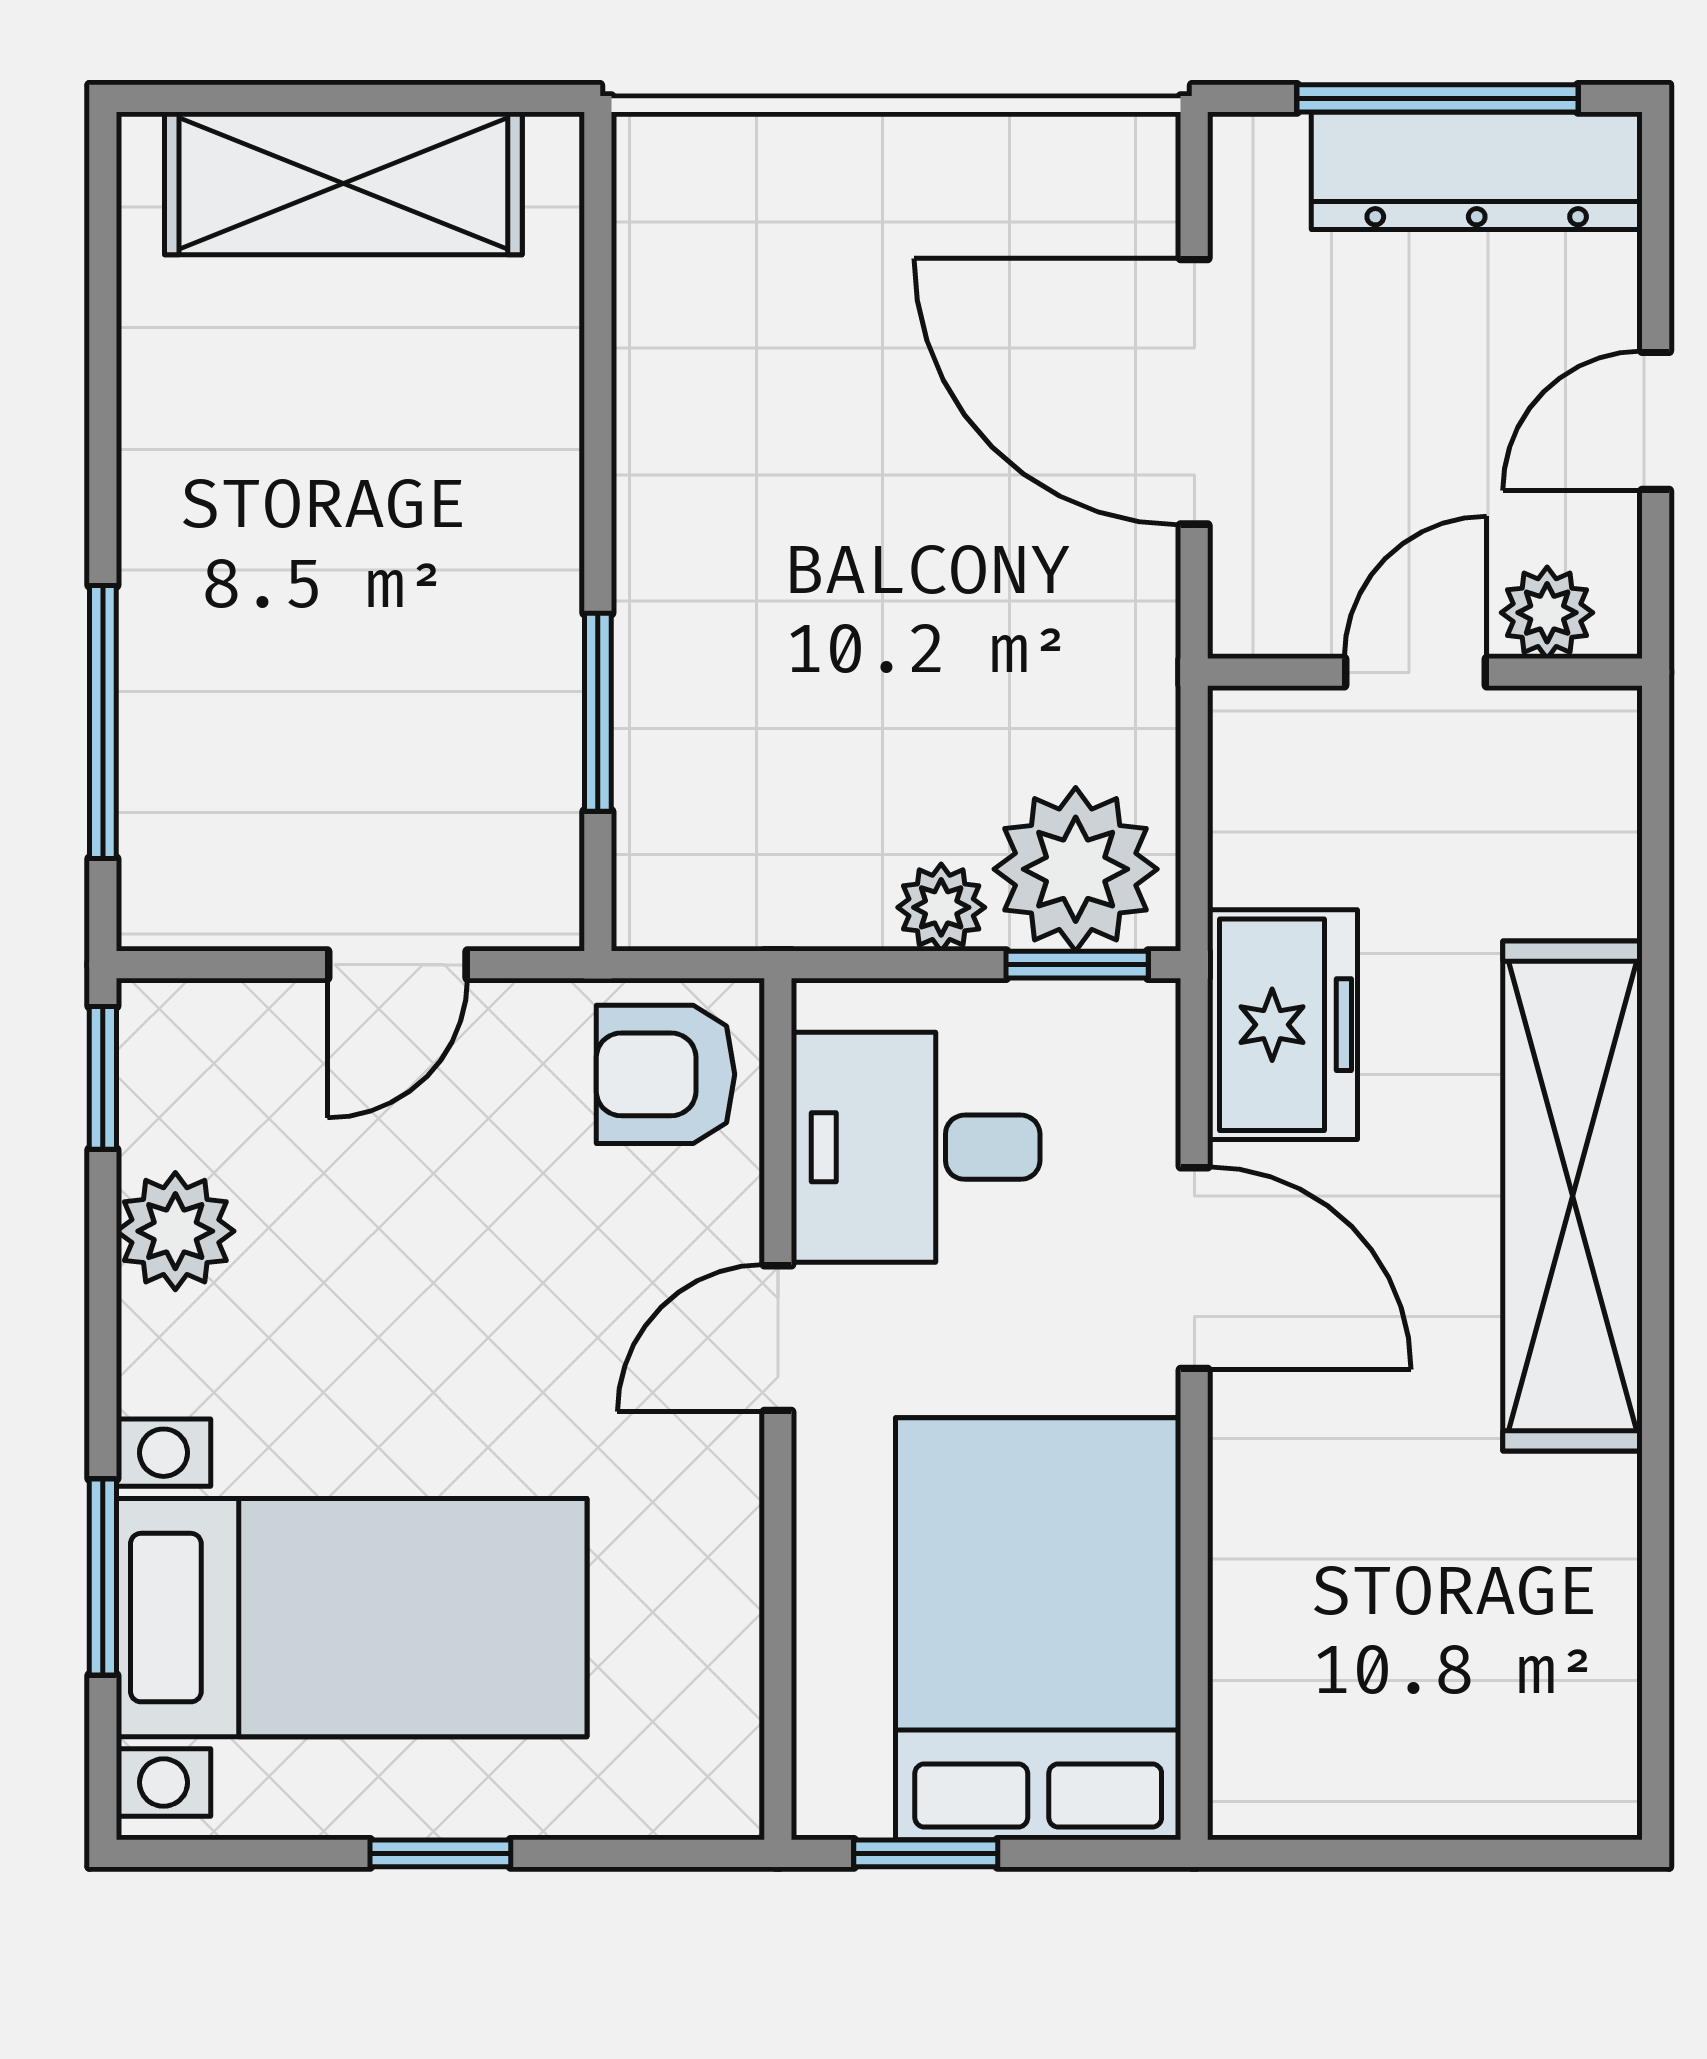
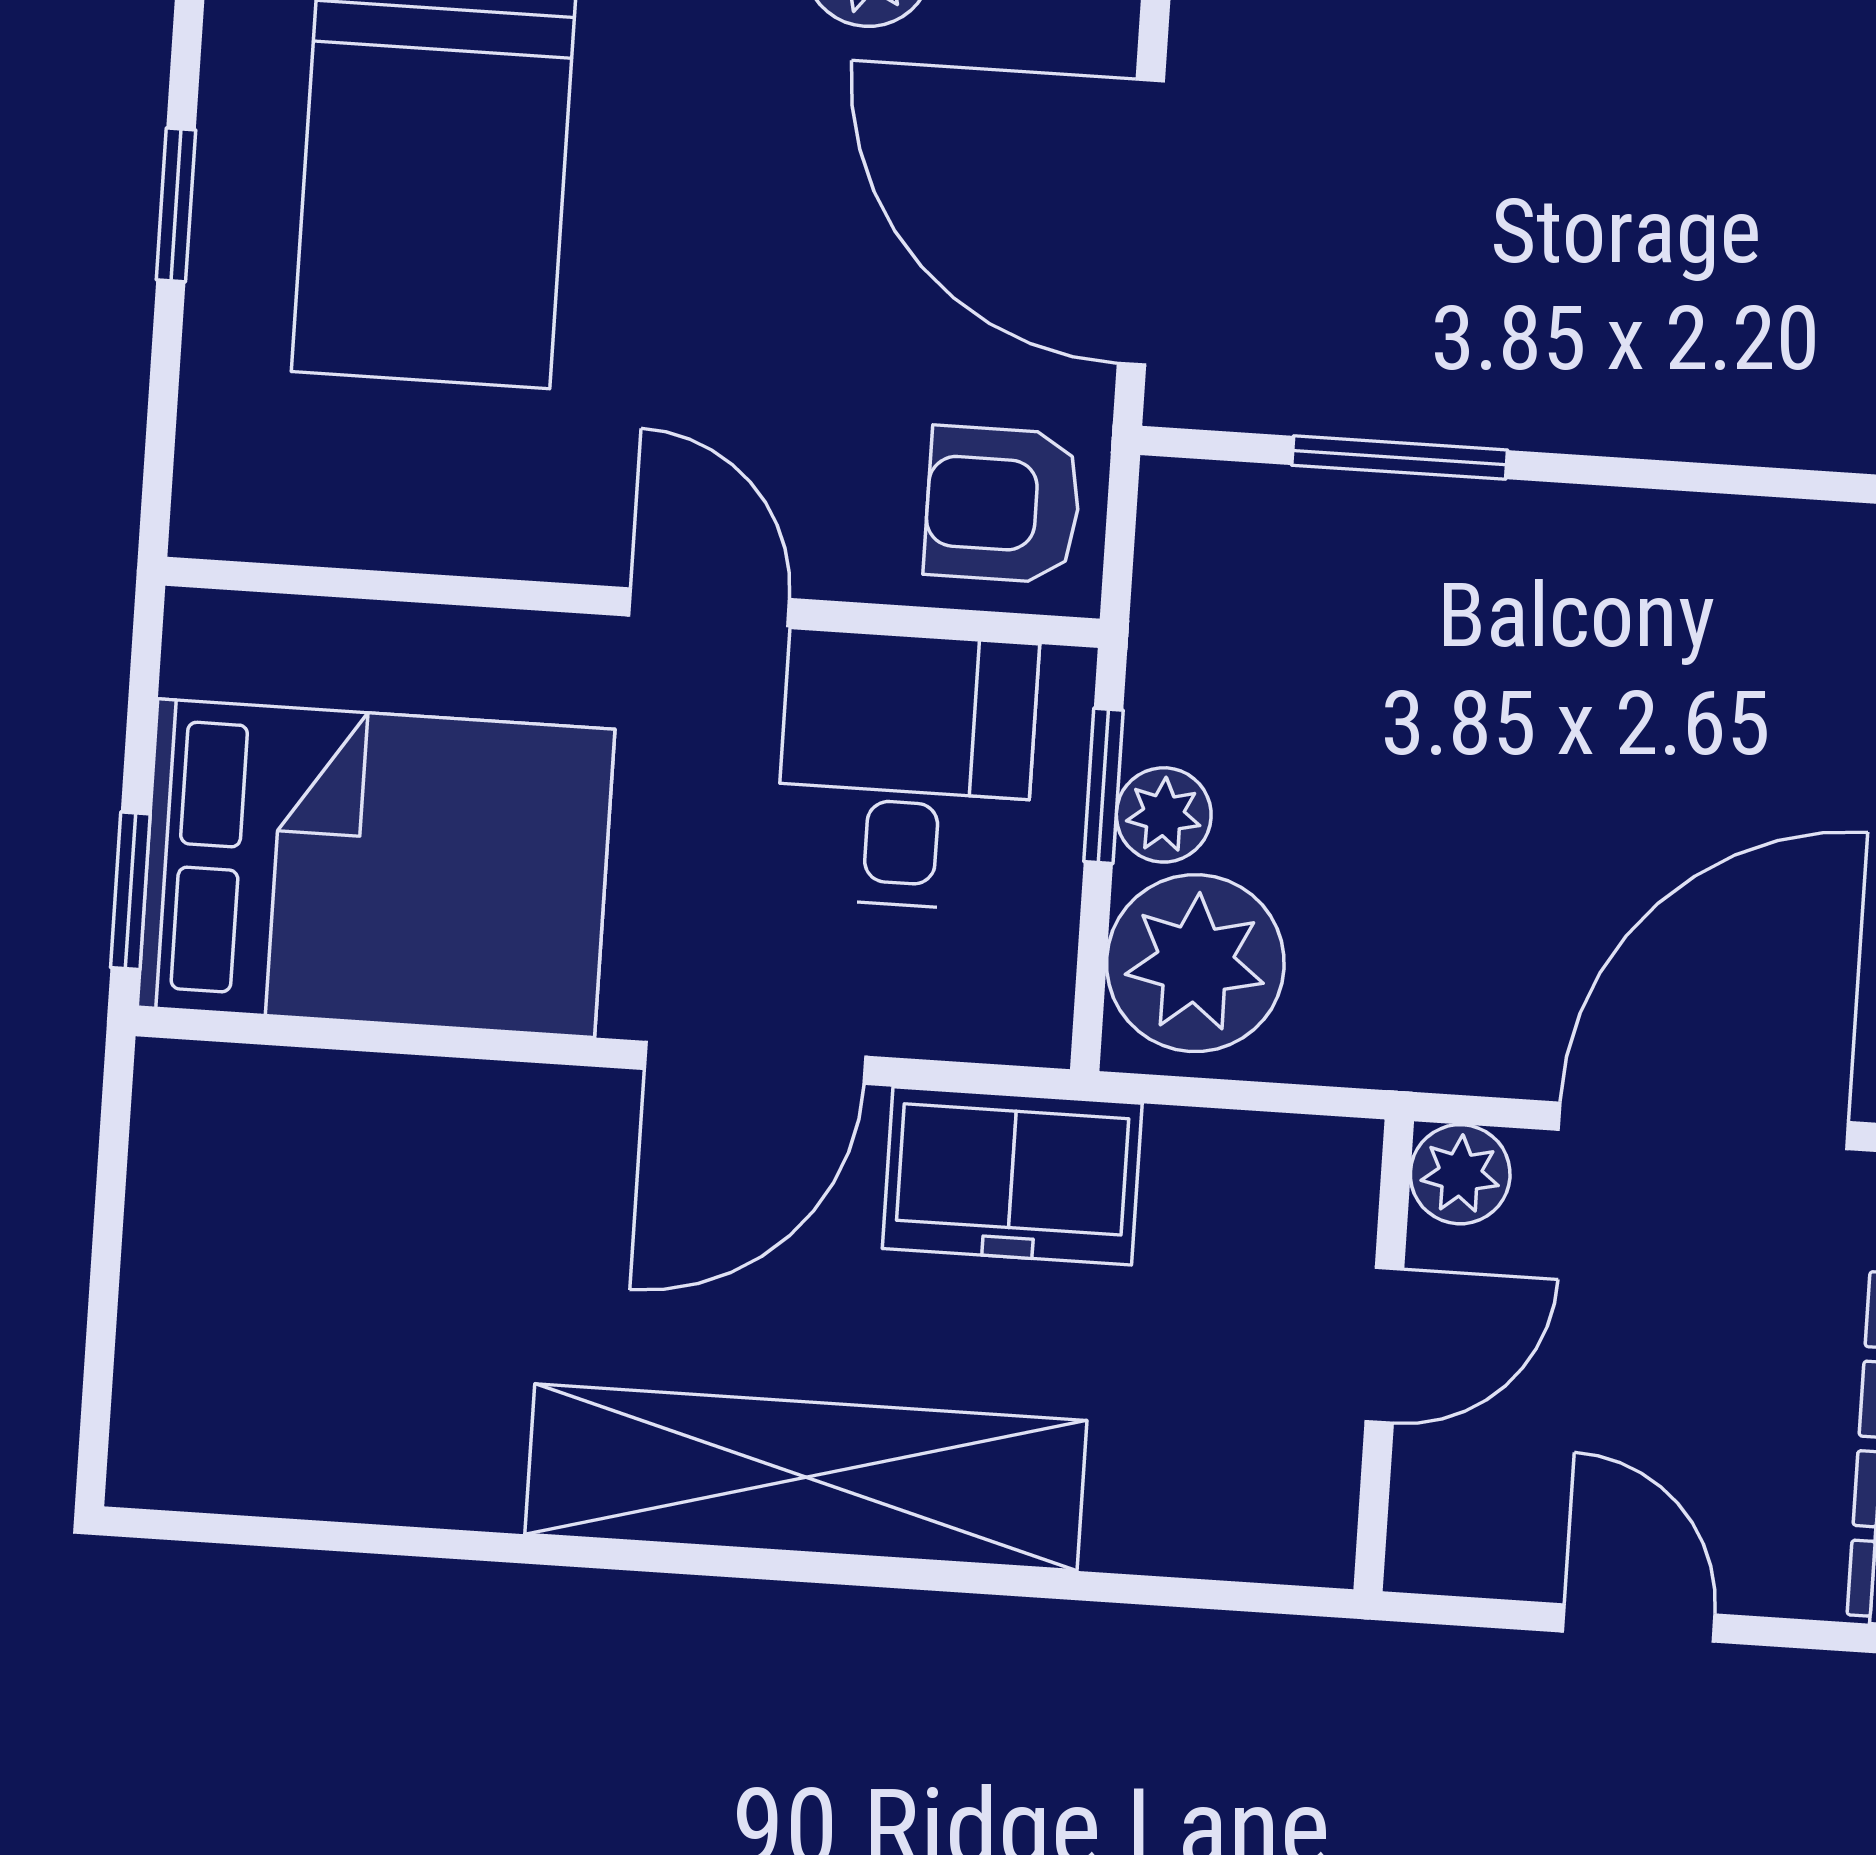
plant: (1547, 613) -> (1460, 1174), moved
door: (1415, 672) -> (1384, 1345), hinge flipped
door: (397, 965) -> (1141, 222), width x1.88
window: (1077, 965) -> (1103, 786), moved
armchair: (665, 1074) -> (1003, 505), turned -90
window: (926, 1853) -> (130, 891), moved

